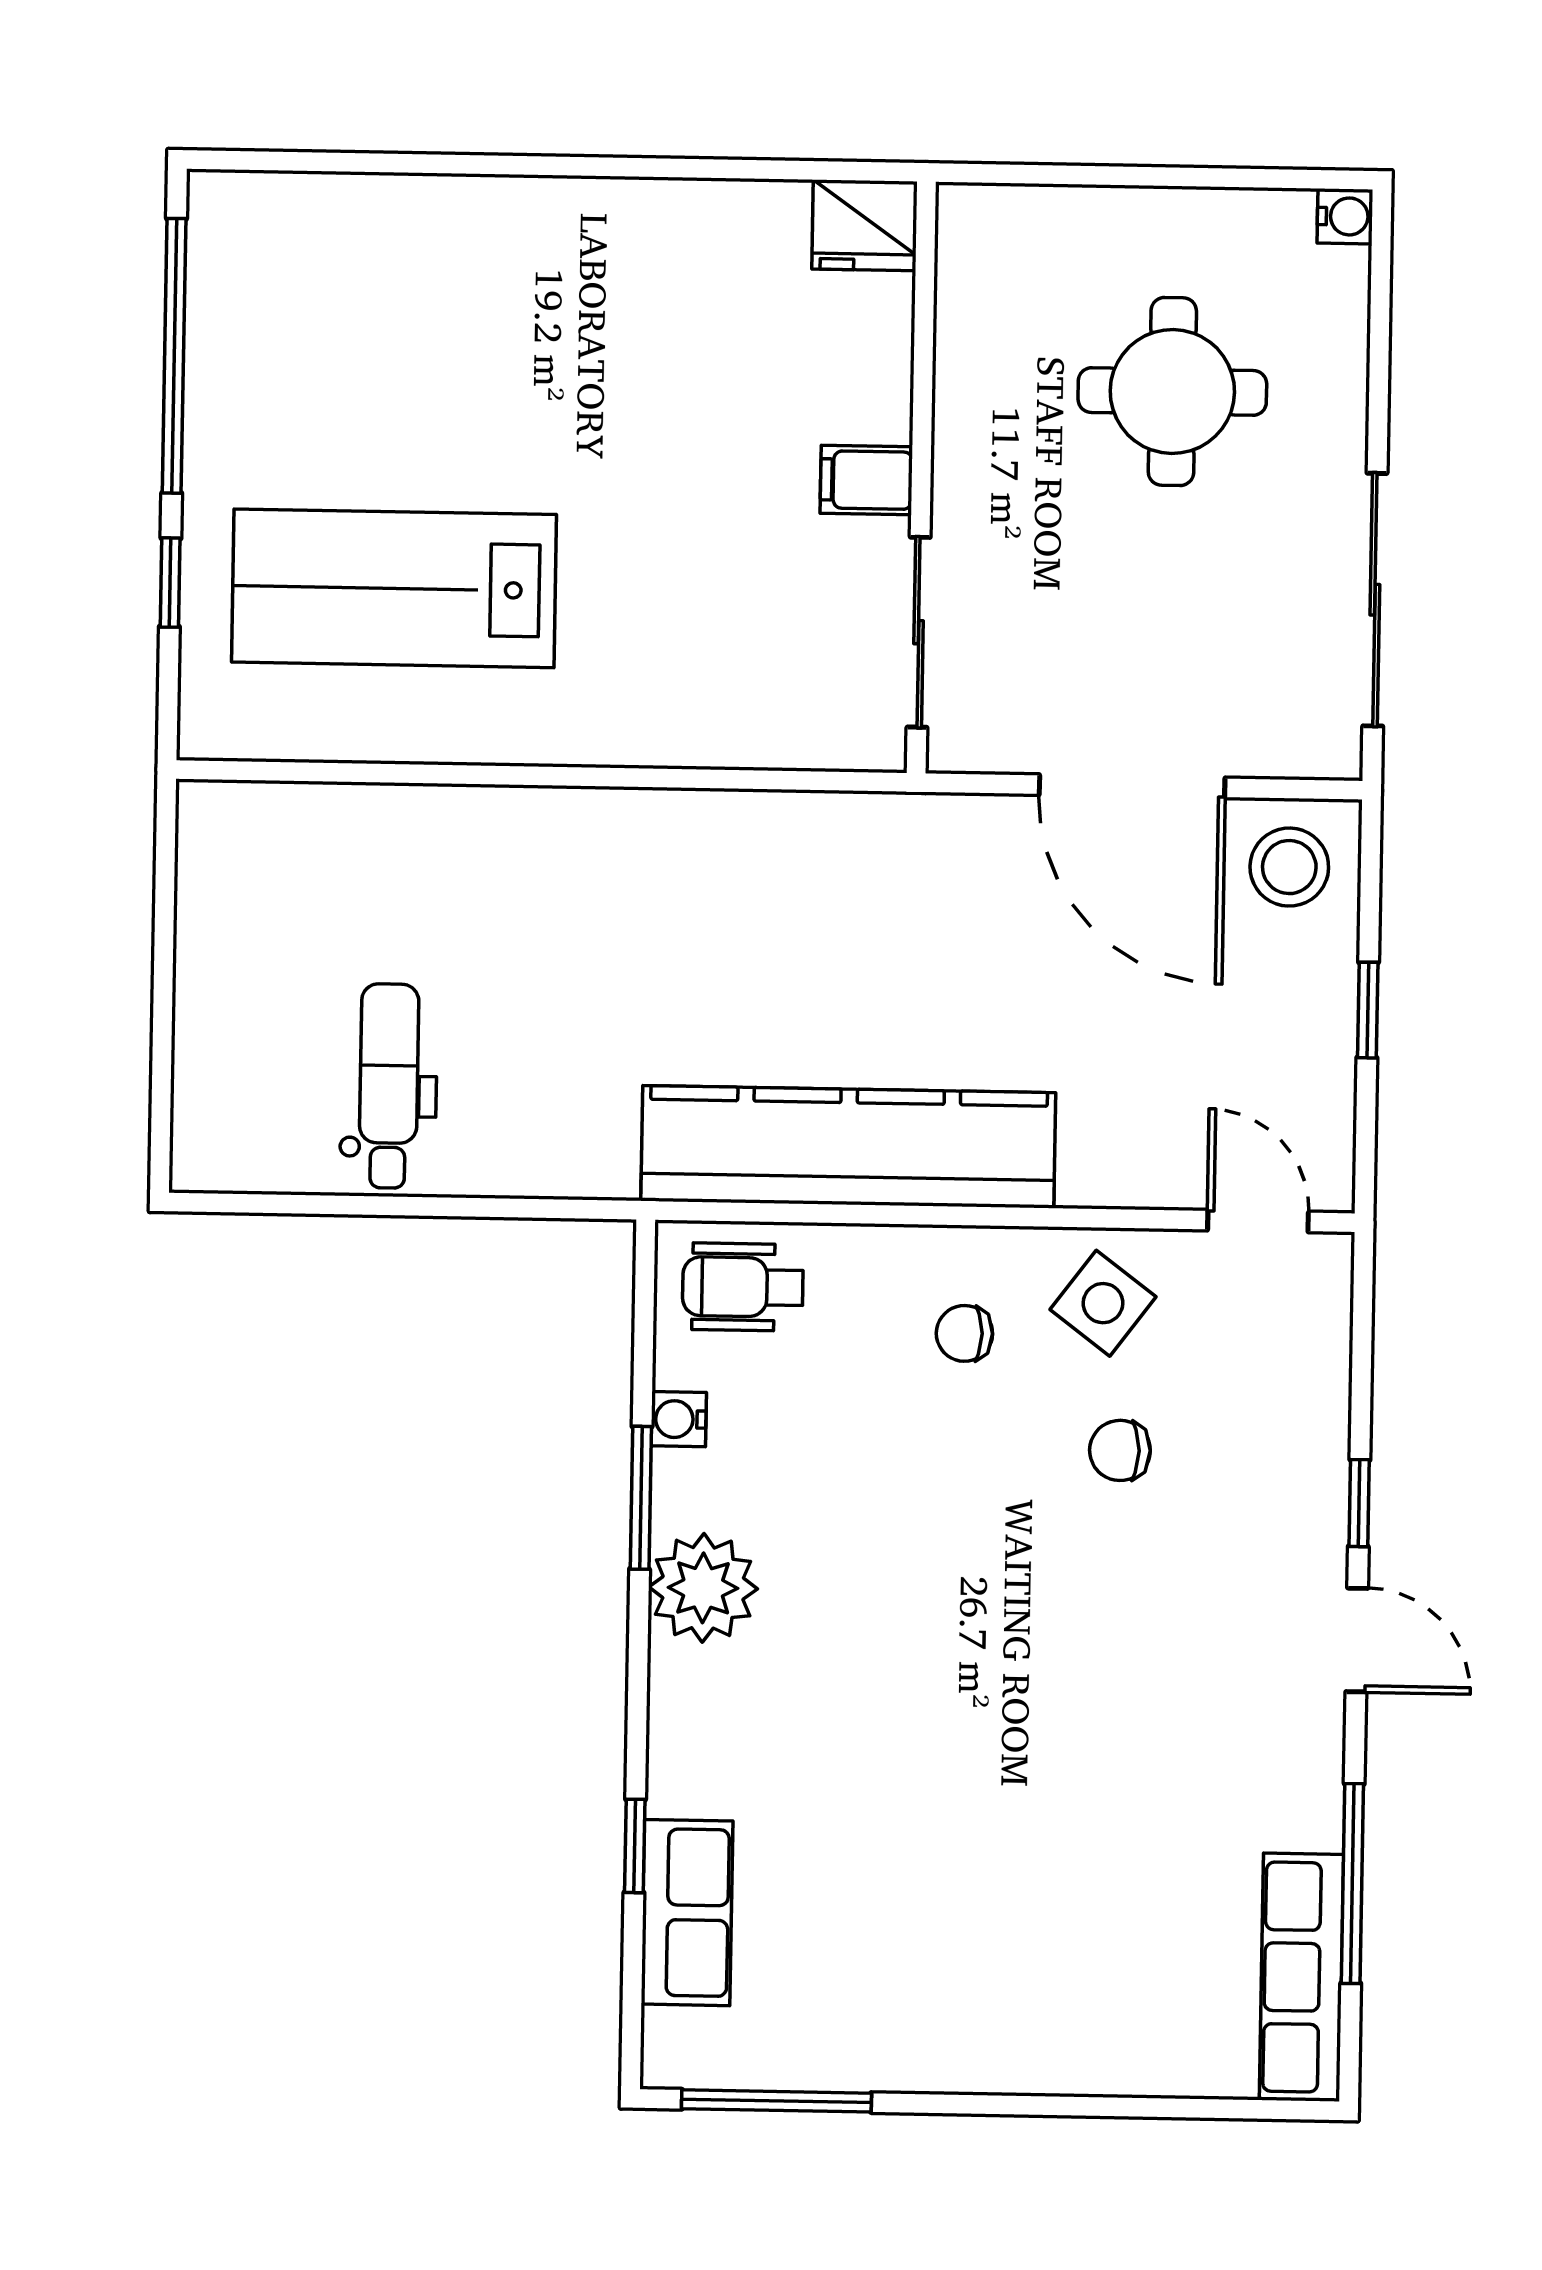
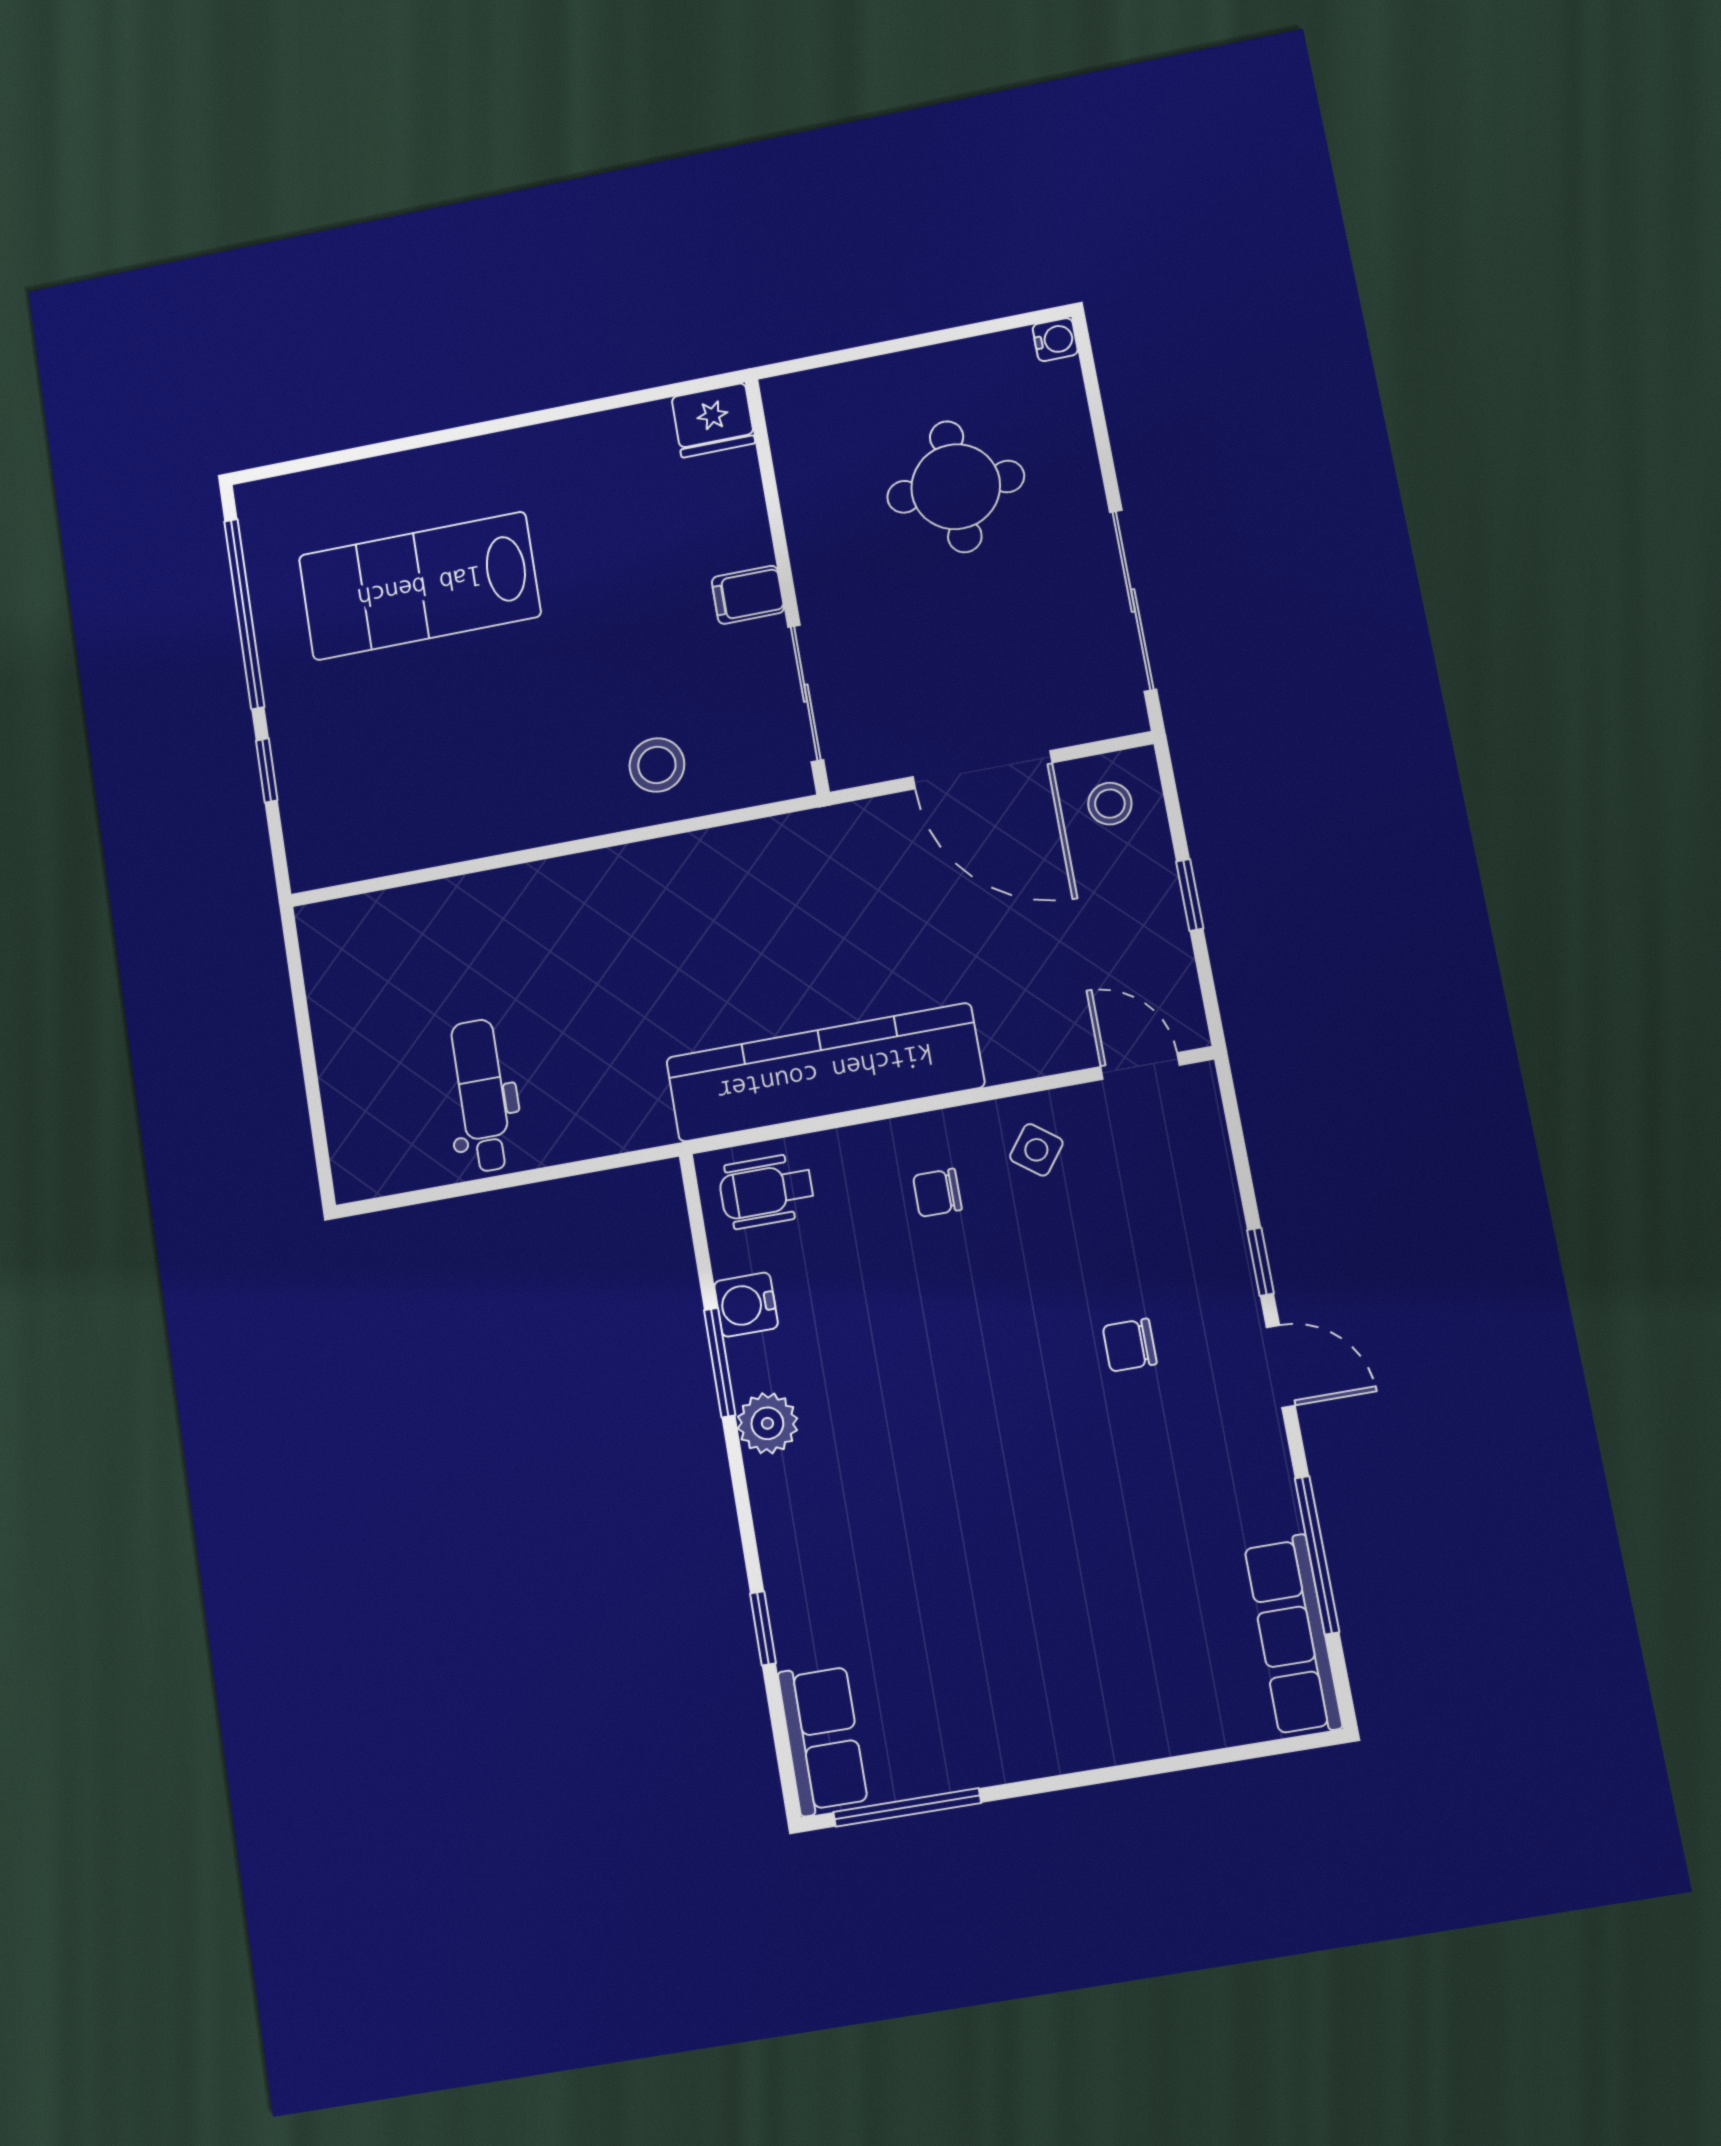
lab bench: (394, 588) -> (419, 586), moved
stool: (702, 688) -> (657, 765), added
stool: (1289, 867) -> (1110, 804), width x0.73, depth x0.73
side table: (1103, 1303) -> (1036, 1150), width x0.73, depth x0.73
water cooler: (679, 1419) -> (746, 1305), width x1.38, depth x1.38
chair: (1120, 1450) -> (1130, 1345), moved
plant: (703, 1588) -> (767, 1423), width x0.73, depth x0.73
row of seats: (687, 1913) -> (823, 1739), moved

